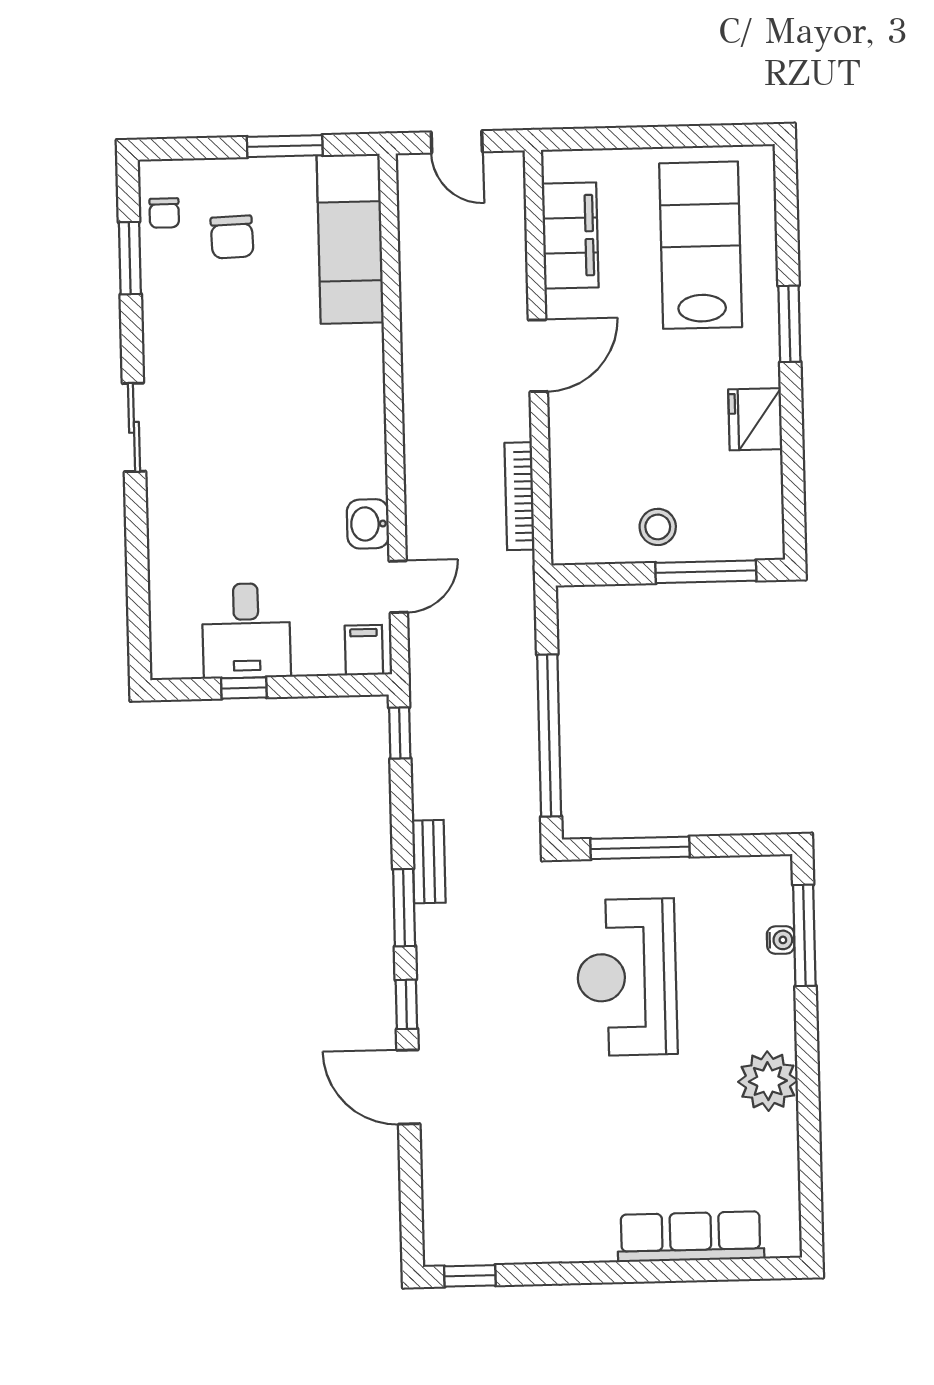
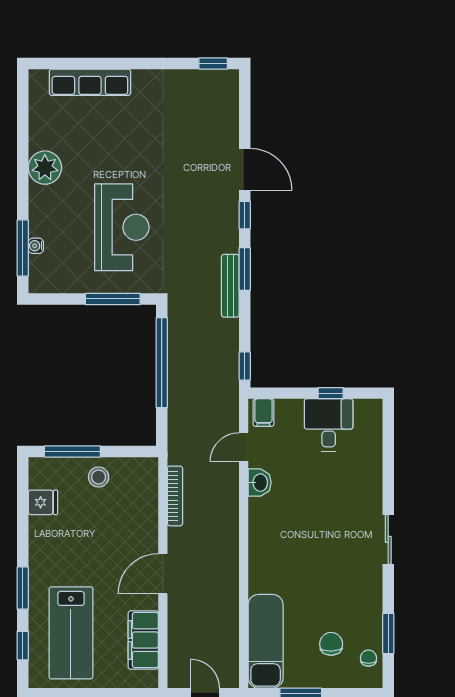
window: (787, 220) -> (23, 646), added
fridge: (755, 419) -> (43, 502), moved, width x0.72
bench: (429, 862) -> (230, 286), width x1.36

